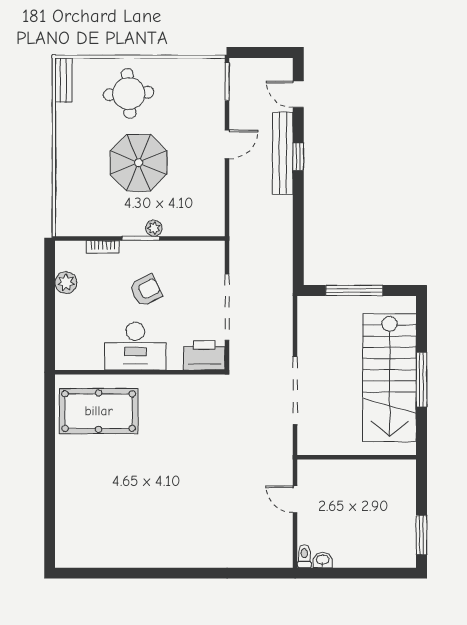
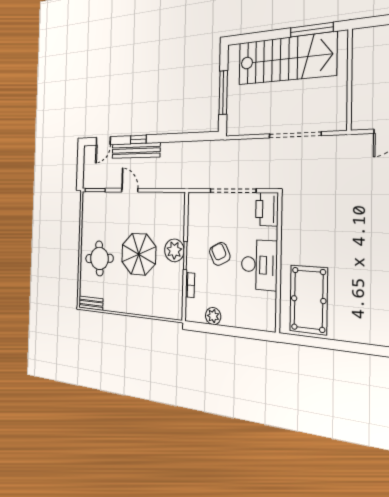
plant: (154, 228) -> (174, 250), width x1.88, depth x1.88
window: (422, 380) -> (312, 30), moved

